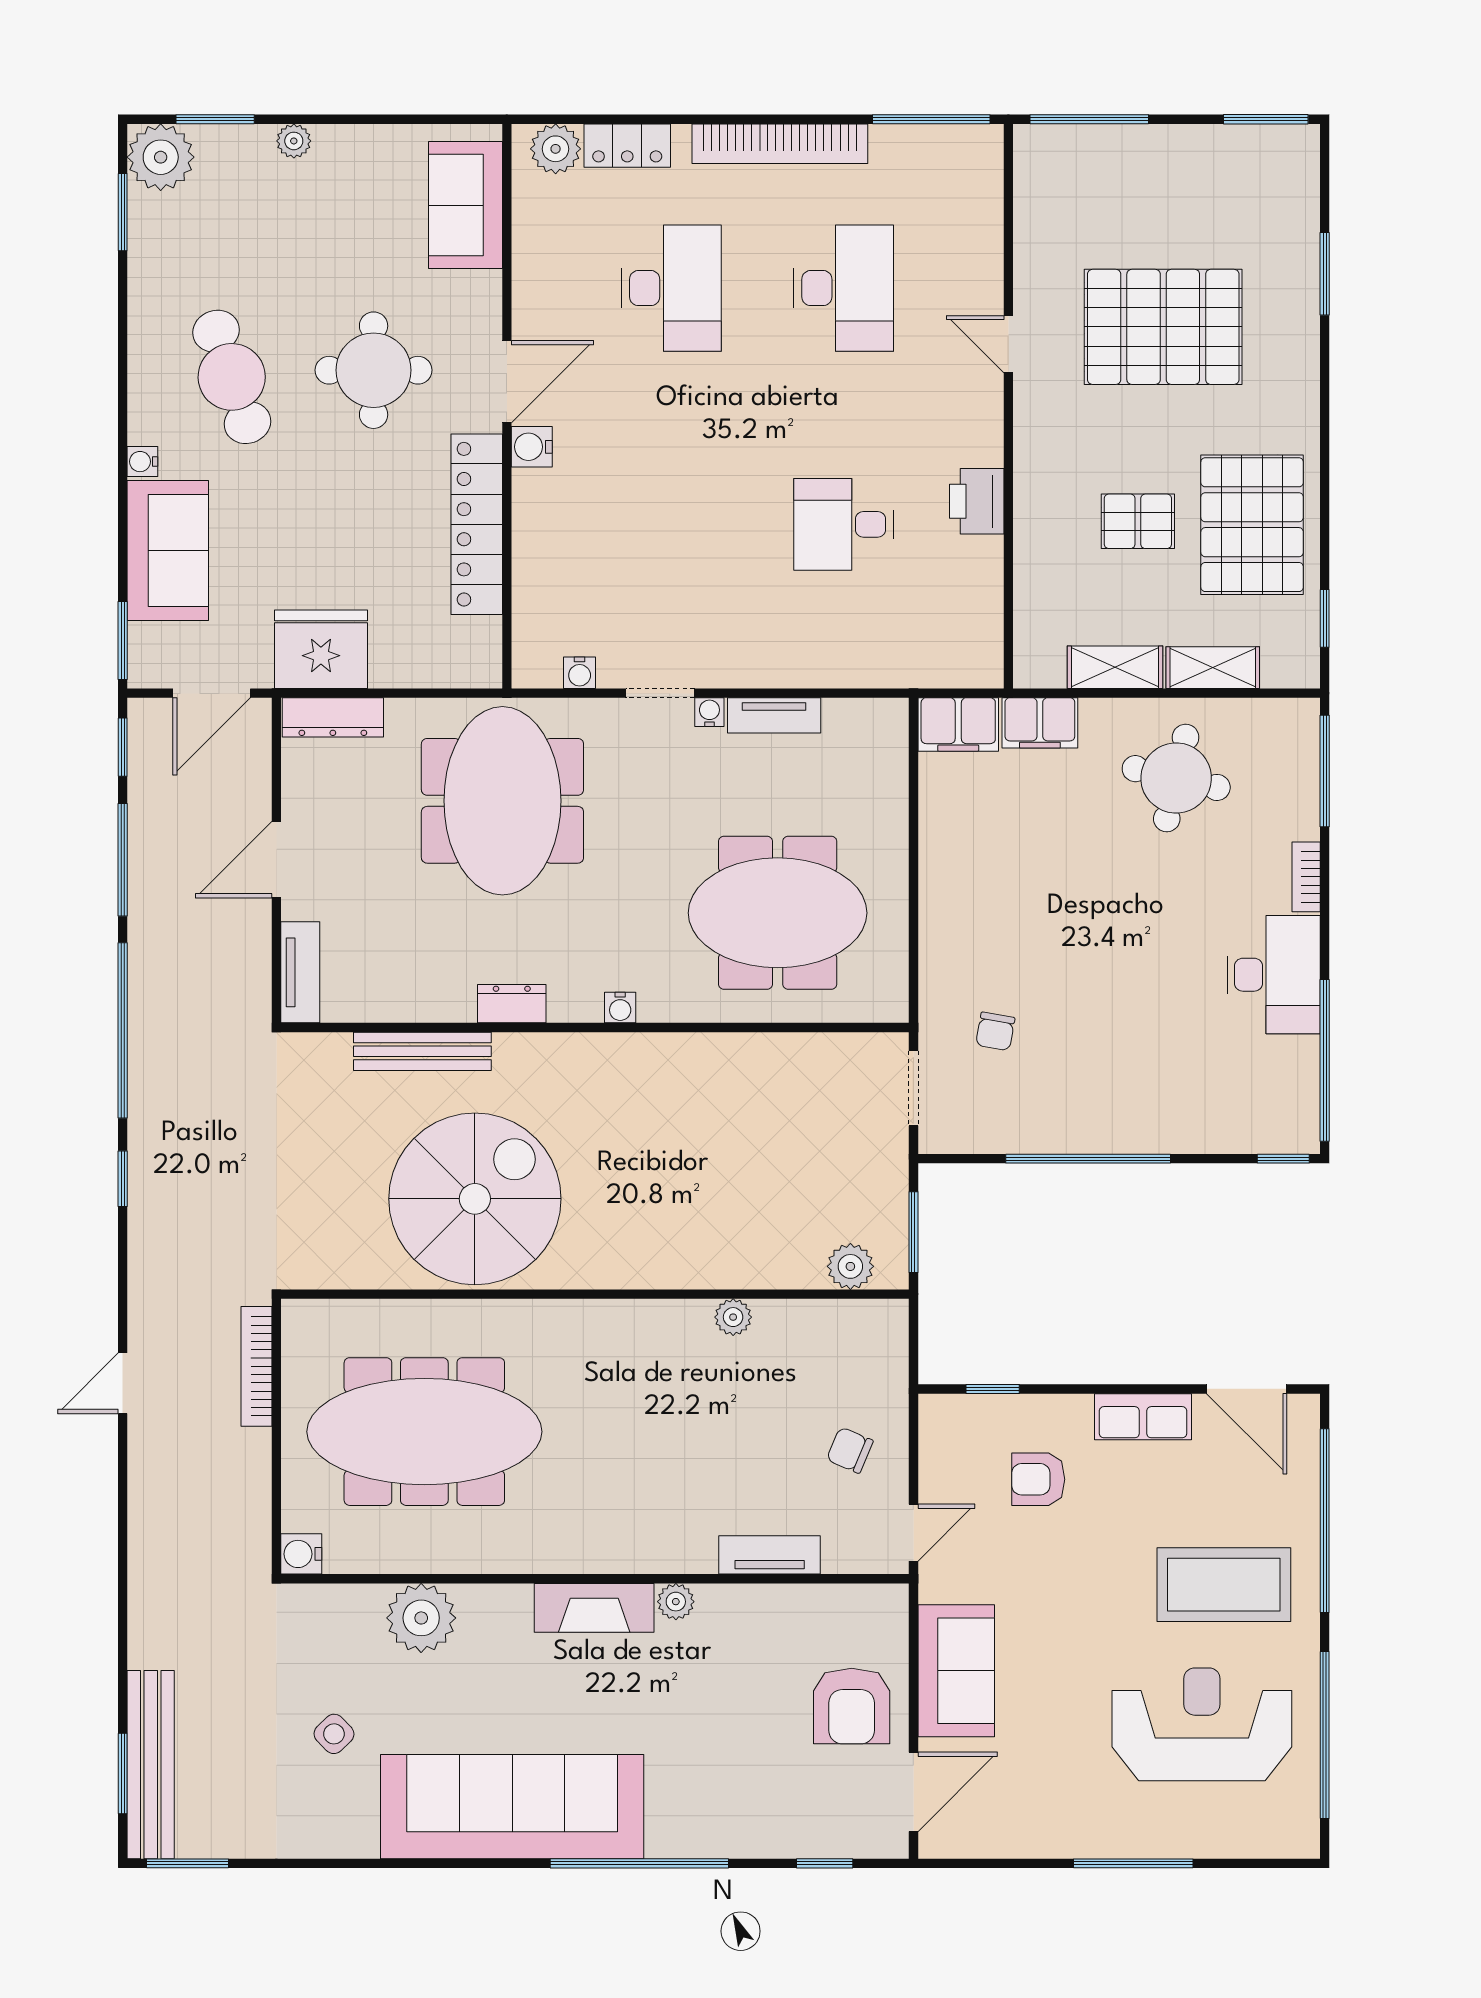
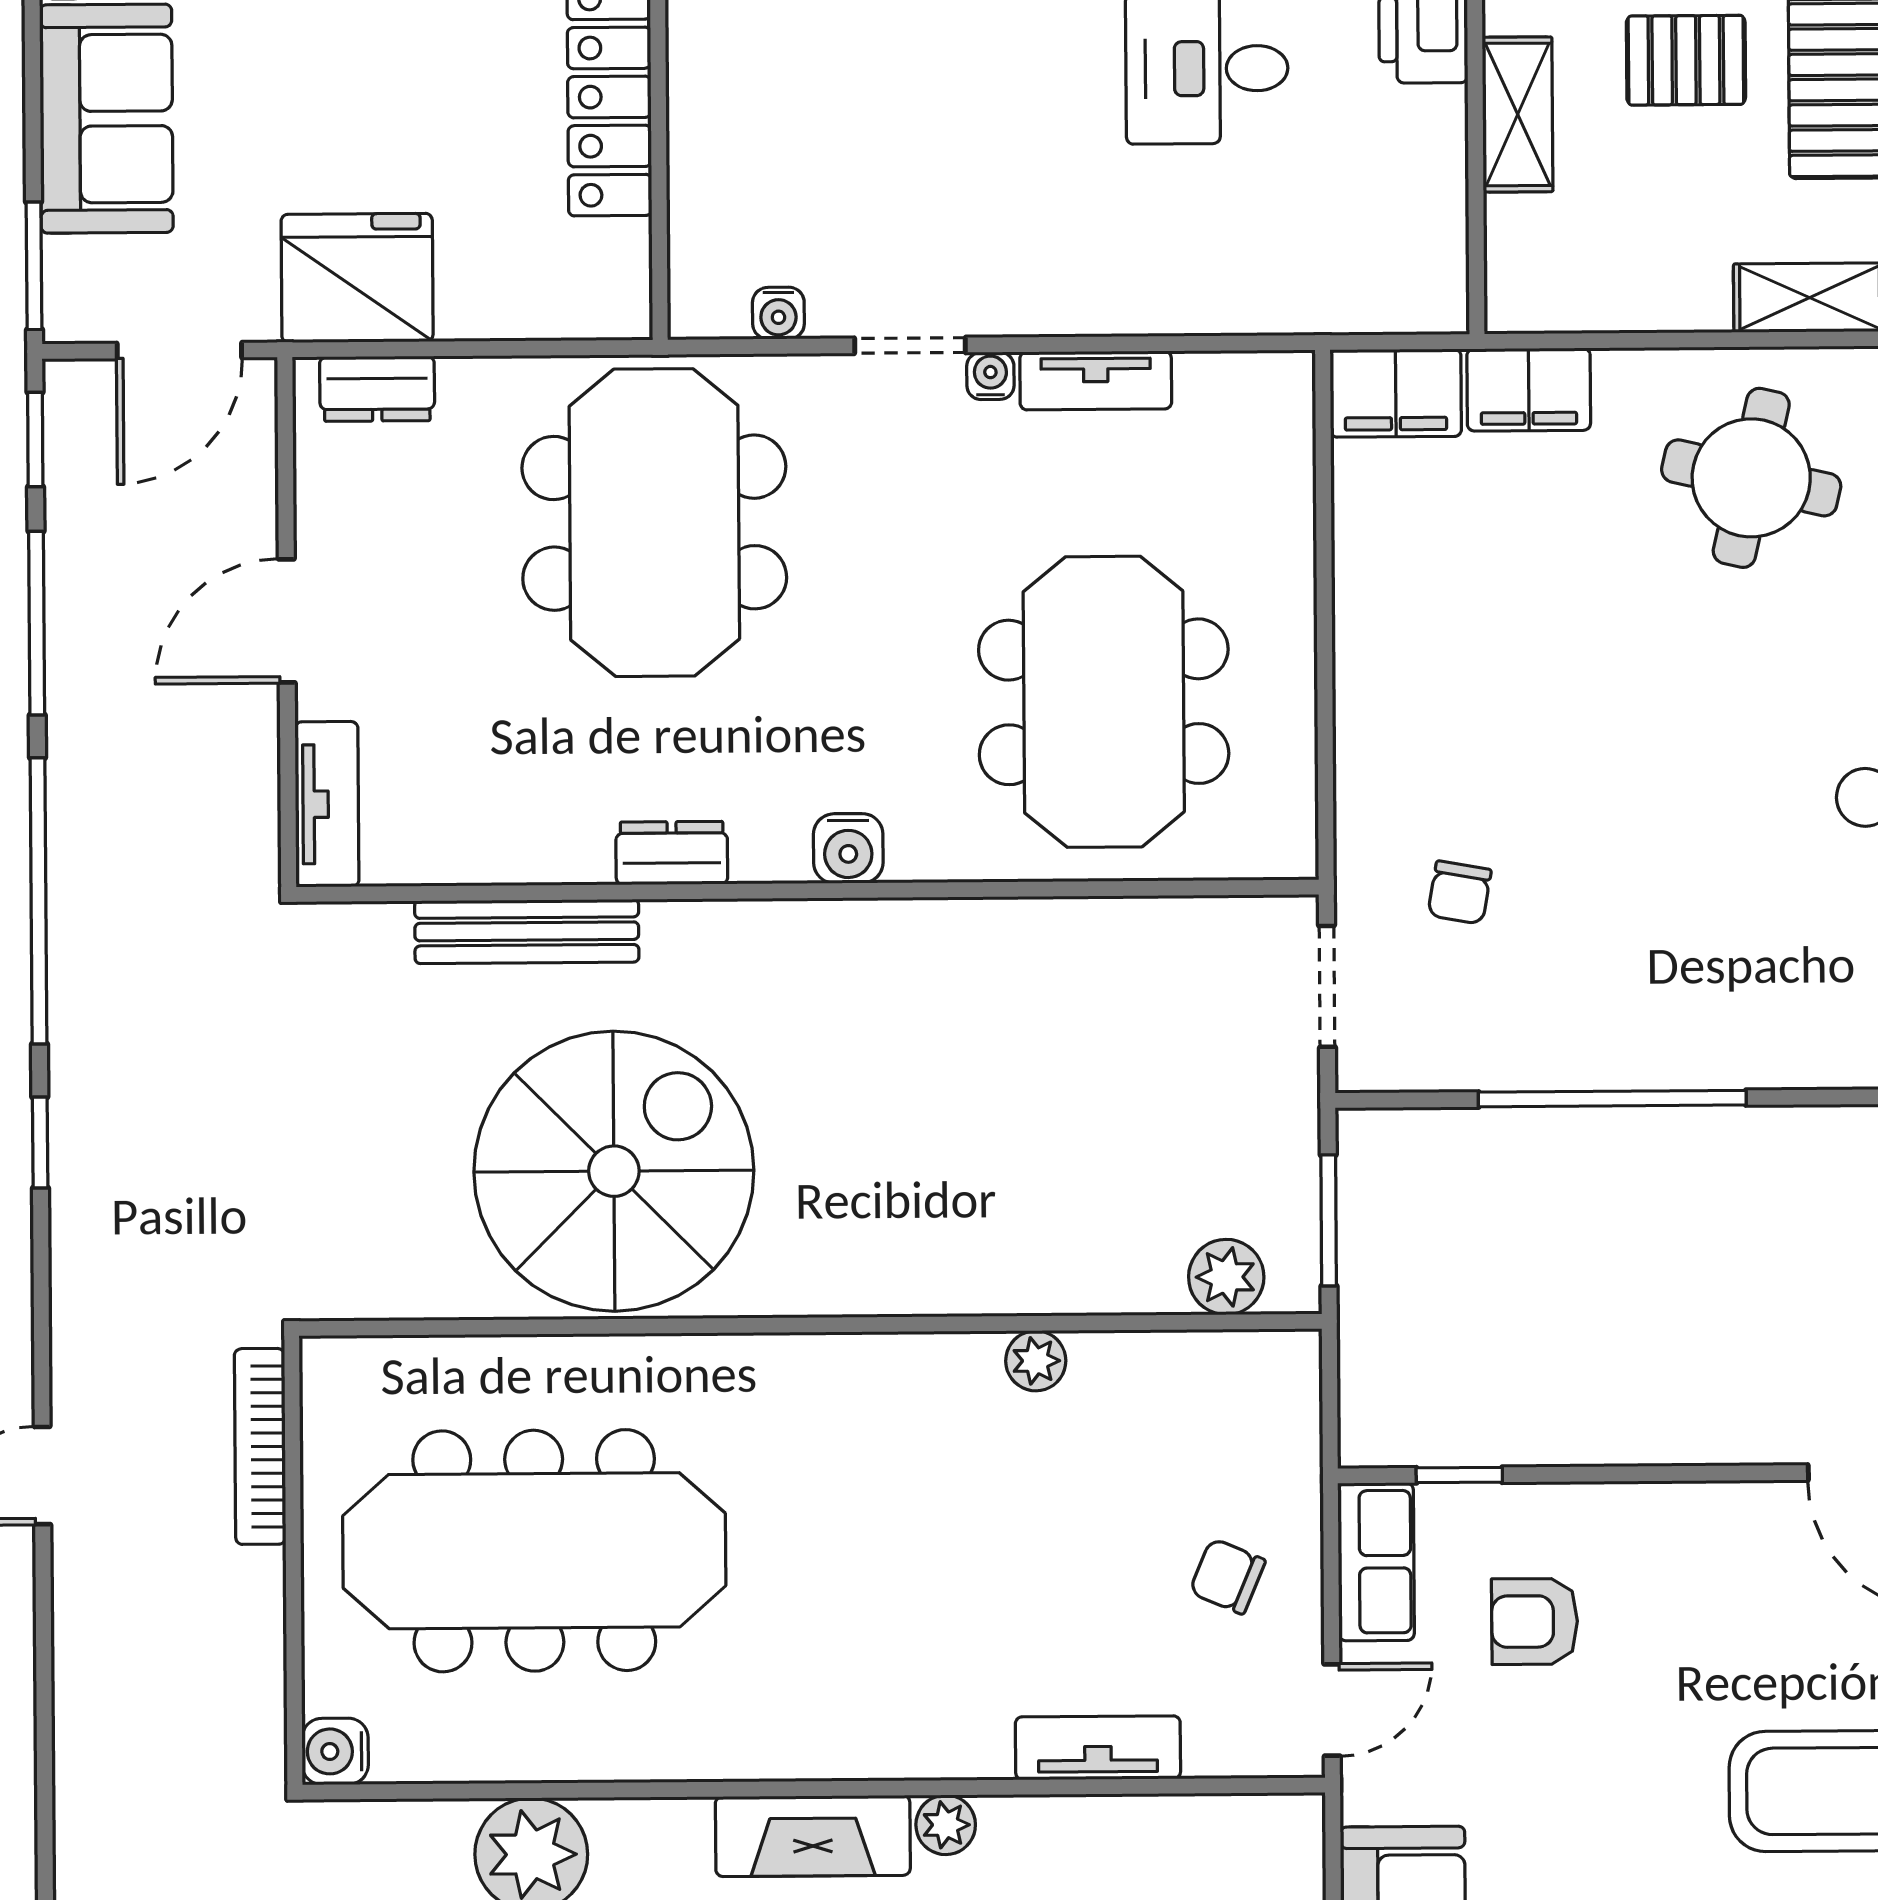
shelving: (1115, 667) -> (1518, 114), moved, turned 90
dresser: (333, 717) -> (377, 389), width x0.70
meeting table: (778, 913) -> (1104, 702), turned 90
water cooler: (620, 1008) -> (848, 848), width x1.38, depth x1.38
row of seats: (1143, 1417) -> (1376, 1562), moved, turned -90

